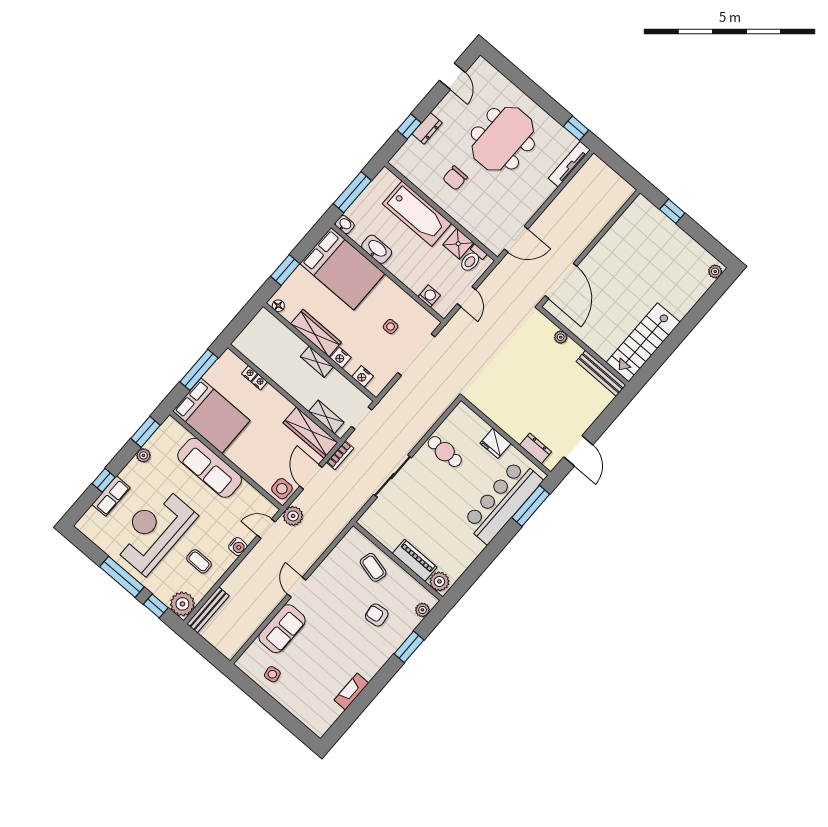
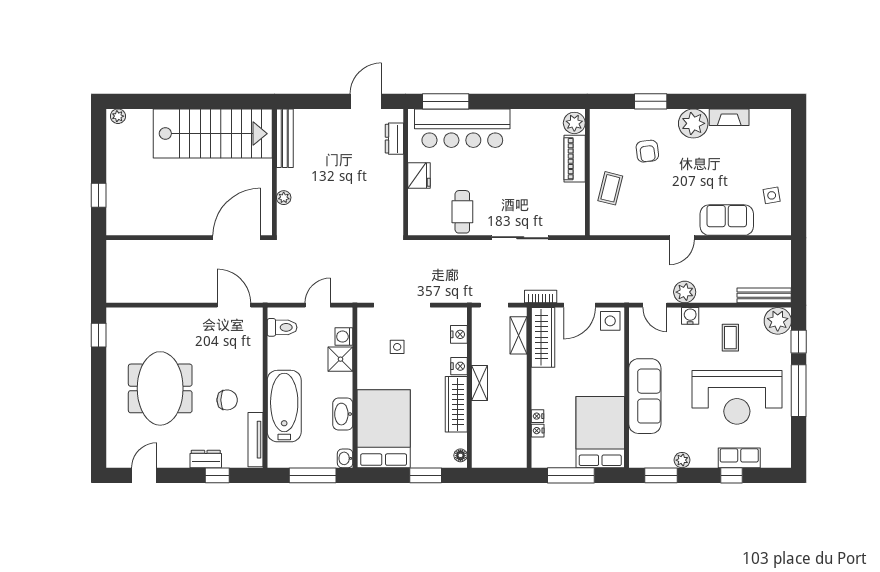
meeting table: (503, 139) -> (160, 388), turned 90
tv unit: (569, 164) -> (255, 440), moved, turned 90
shower: (458, 244) -> (340, 359), moved
stairs: (643, 342) -> (213, 134), width x1.36, depth x1.51
plant: (293, 516) -> (685, 292), moved
plant: (422, 610) -> (693, 123), moved, width x1.88, depth x1.88

